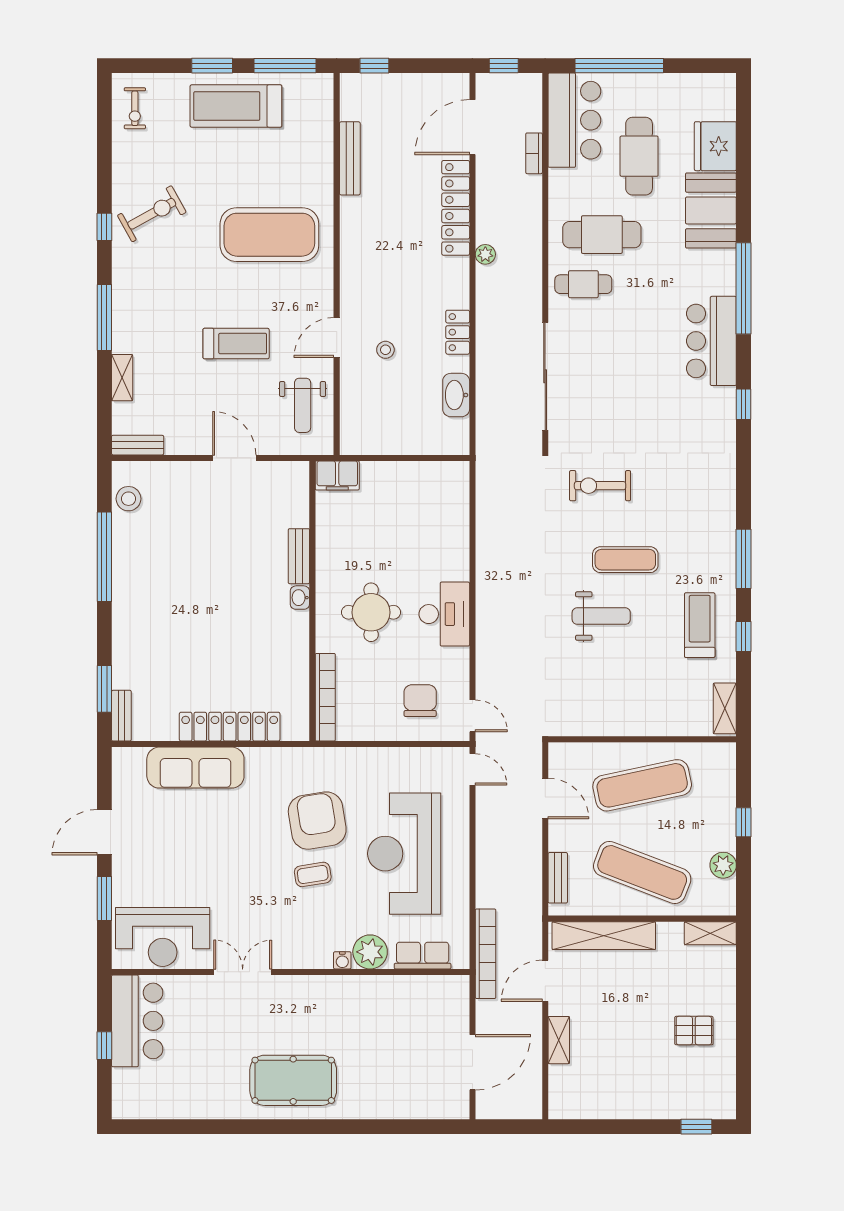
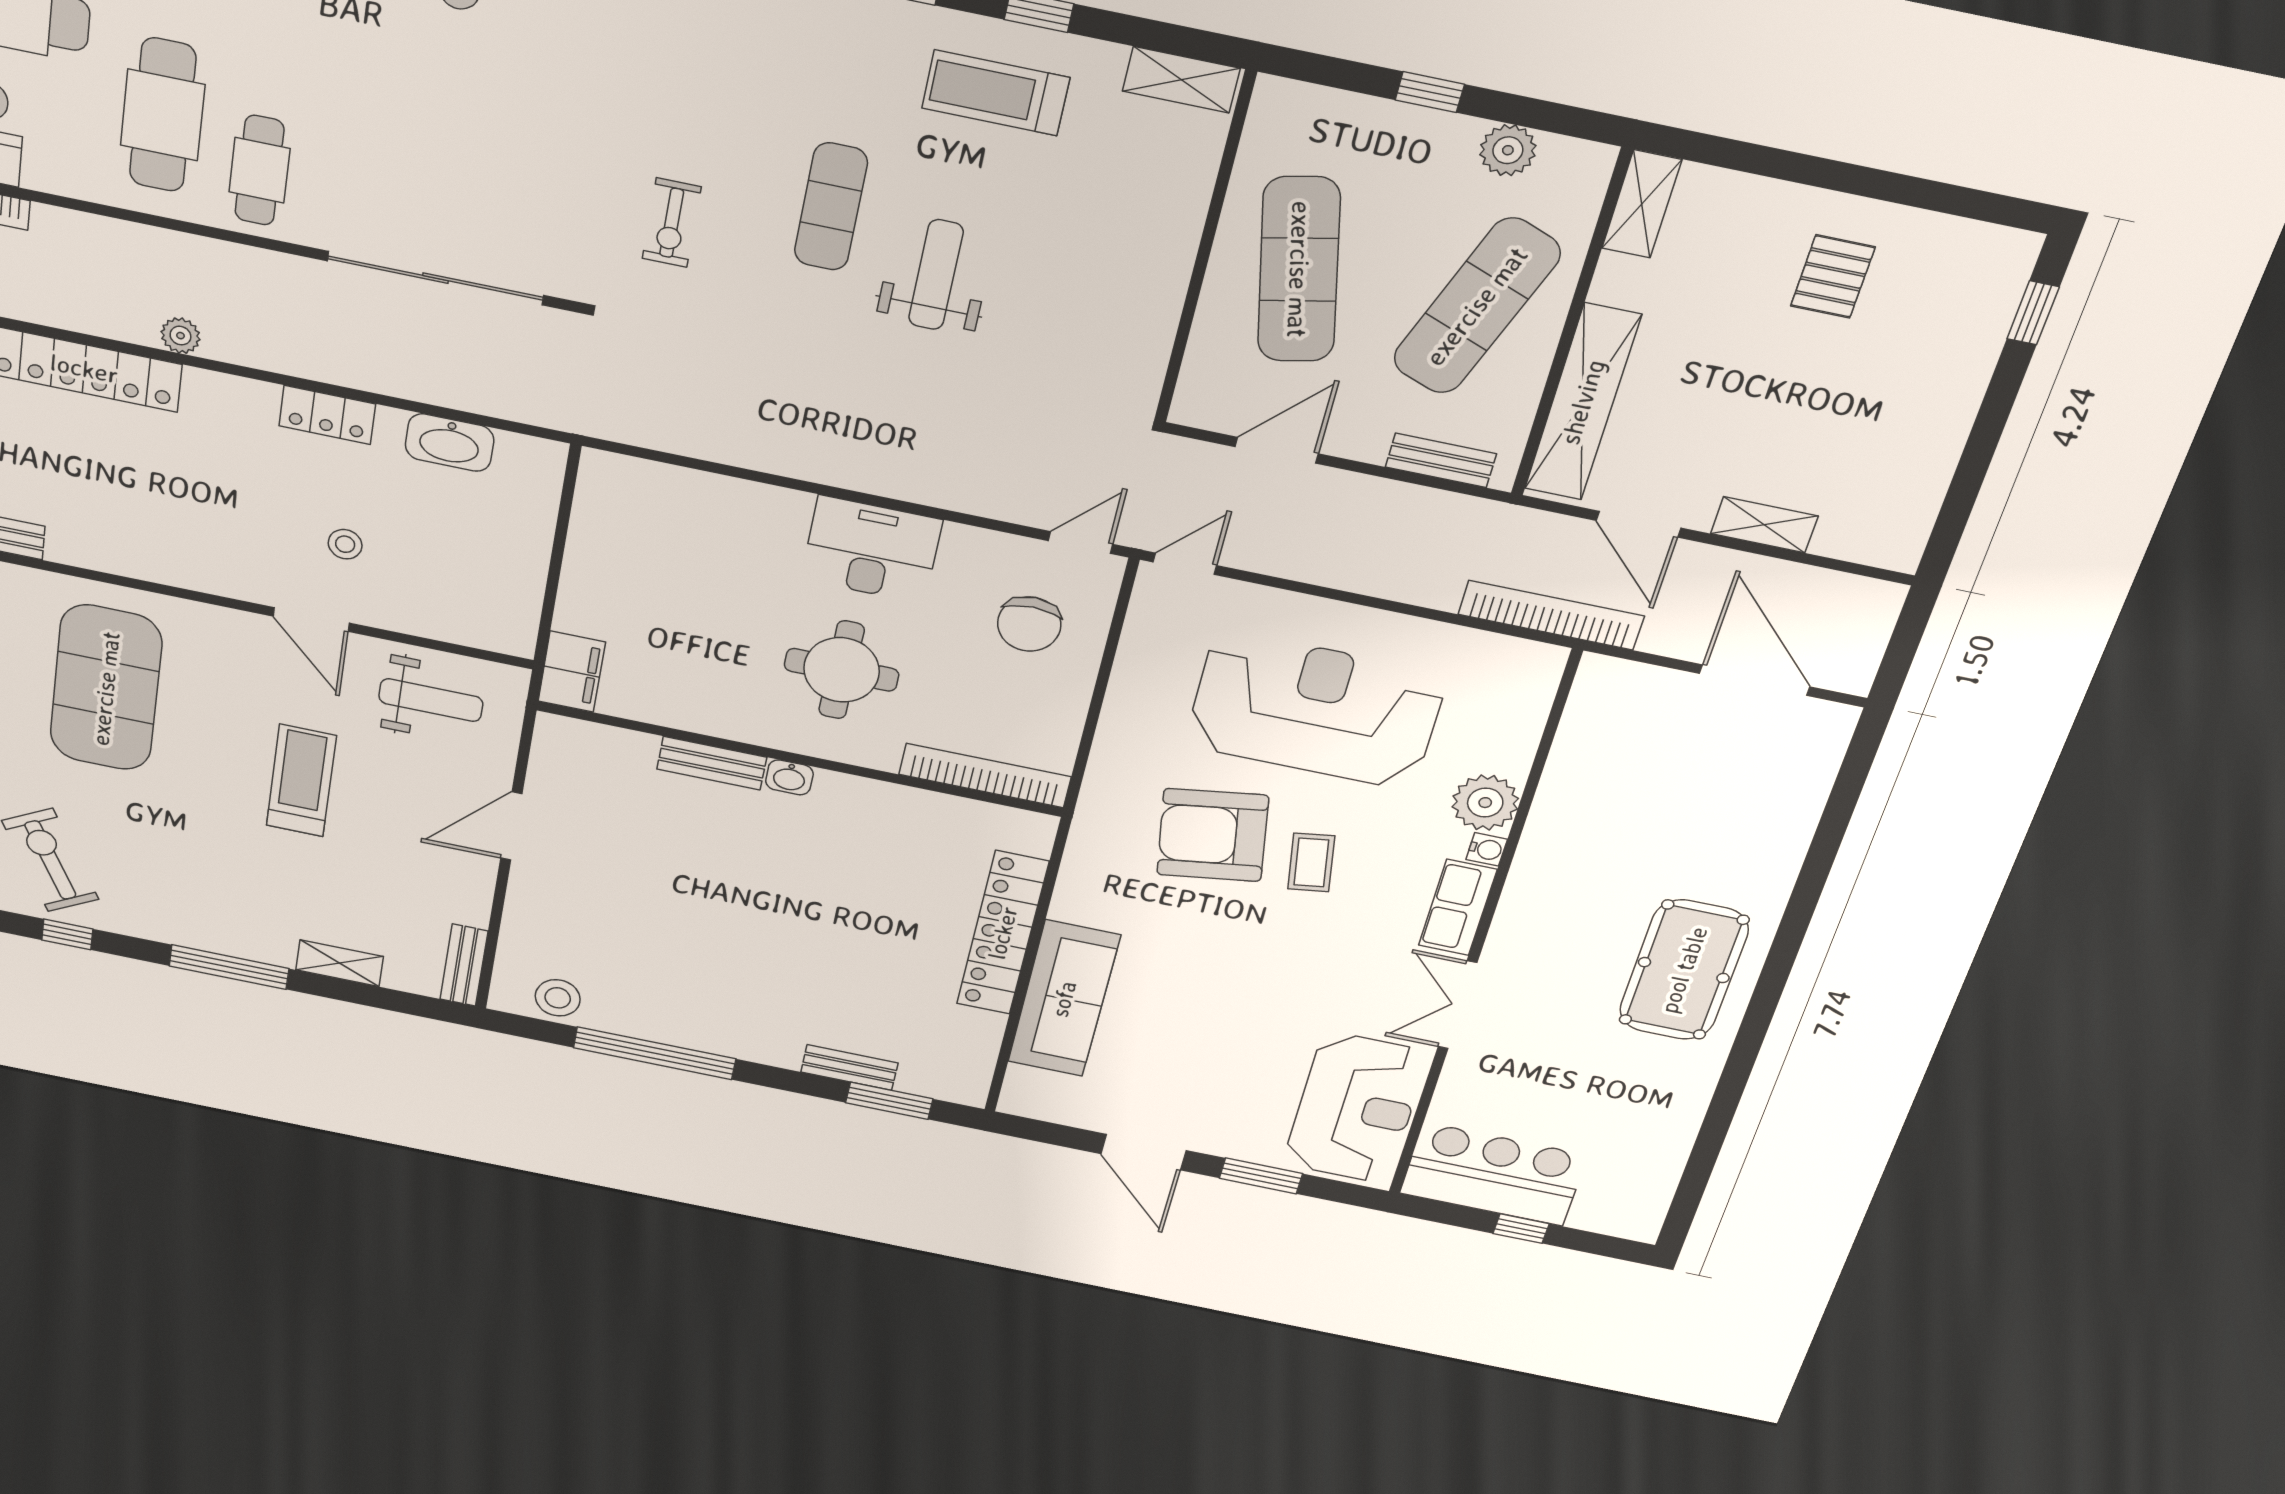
exercise bike: (600, 486) -> (672, 223), width x0.73, depth x0.72
chair: (420, 701) -> (1029, 624), turned -90
bench: (121, 716) -> (849, 1067), moved
reception desk: (404, 854) -> (1315, 710), turned 180
row of seats: (423, 956) -> (1458, 907), moved

